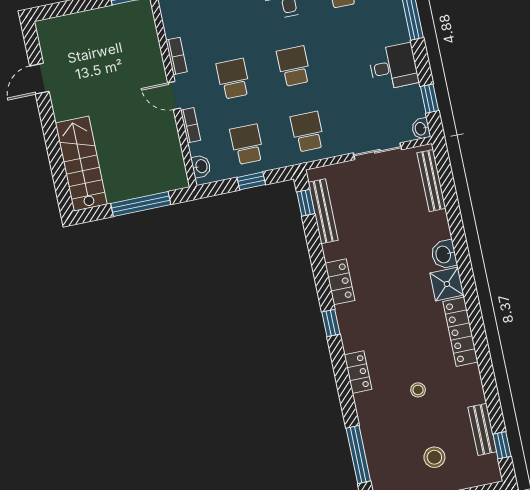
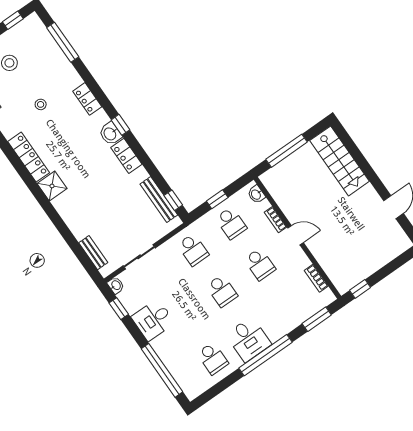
bookcase: (176, 56) -> (316, 278), moved
bench: (431, 181) -> (93, 253), width x0.73
washbasin: (444, 254) -> (110, 134), moved, turned 180

